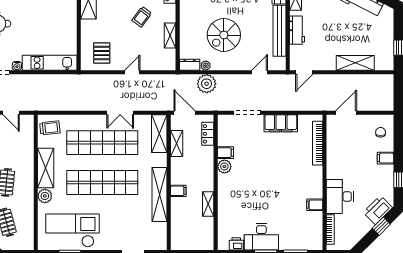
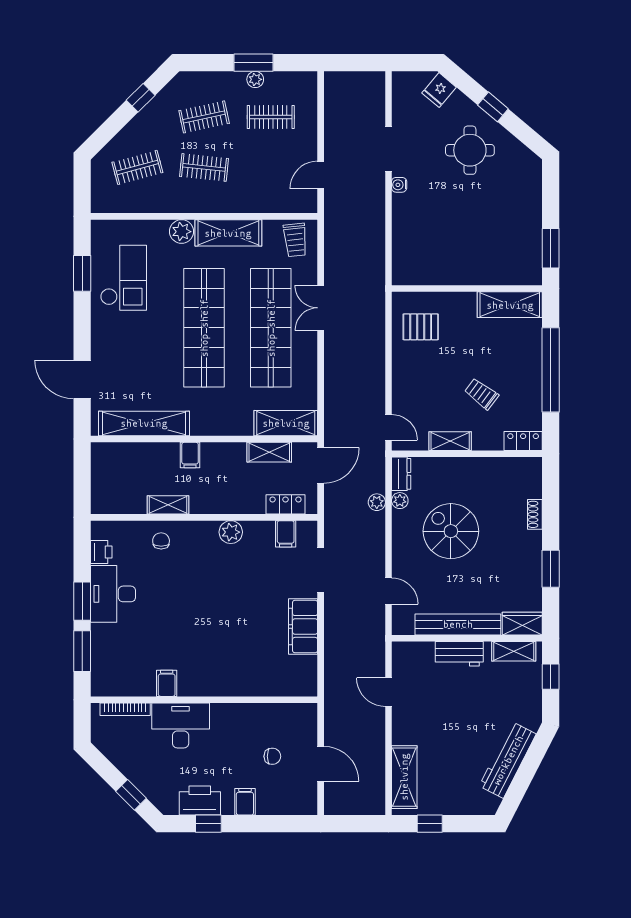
kitchen unit: (50, 63) -> (405, 240), removed
shelving: (355, 63) -> (404, 777), moved
door: (132, 72) -> (388, 427), moved
door: (304, 72) -> (388, 692), moved
plant: (207, 84) -> (377, 502), width x0.53, depth x0.53
double door: (120, 113) -> (321, 308), moved
door: (346, 113) -> (321, 764), moved
chair: (381, 132) -> (272, 756), moved
bookcase: (318, 143) -> (270, 688), removed
filing cabinet: (225, 153) -> (286, 534), moved
shelving: (159, 195) -> (144, 423), moved
chair: (230, 208) -> (161, 541), added
printer: (378, 210) -> (200, 800), moved, turned -45
checkout: (72, 231) -> (124, 278), width x0.73, depth x0.83

